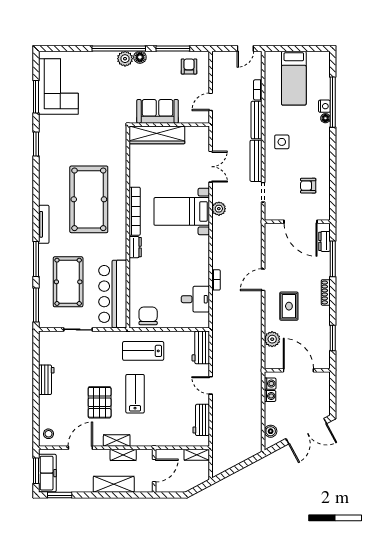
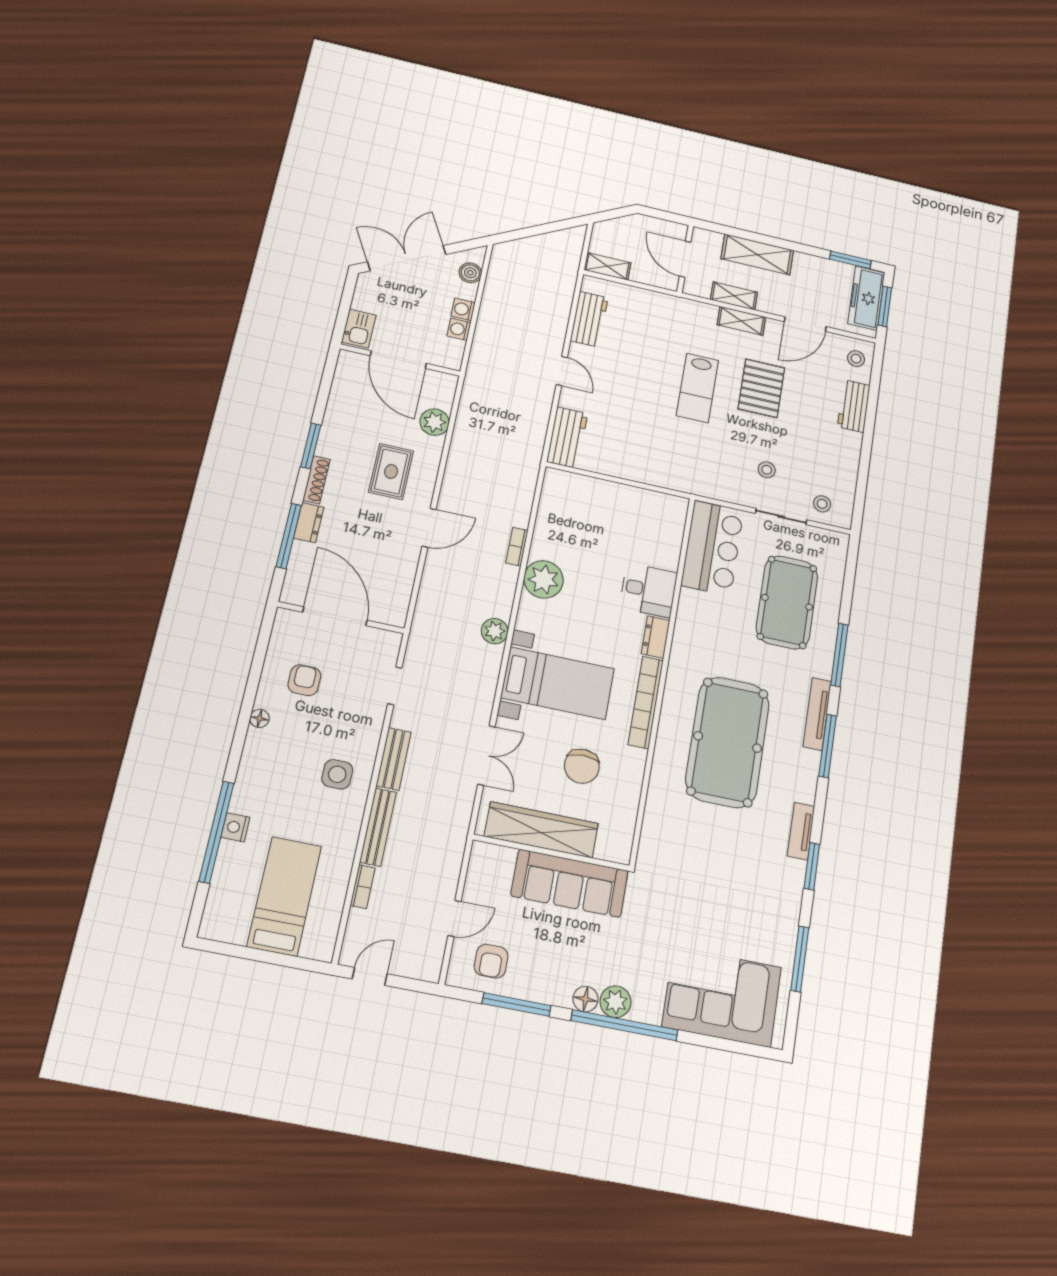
corner sofa: (58, 87) -> (722, 997), moved, turned 90
door: (211, 102) -> (454, 918), moved
sofa: (158, 111) -> (570, 883), width x1.36
floor lamp: (325, 118) -> (259, 718), moved
wardrobe: (157, 135) -> (541, 830), moved
tv unit: (44, 161) -> (801, 831), added
bench: (256, 161) -> (394, 759), width x0.73
double door: (211, 167) -> (486, 755), swing flipped
armchair: (308, 186) -> (304, 680), turned -90
plant: (219, 209) -> (495, 631), moved
dresser: (324, 241) -> (309, 523), moved
plant: (199, 265) -> (544, 579), added
bar counter: (113, 294) -> (712, 548), width x0.73
desk: (195, 299) -> (648, 590), moved, turned 180
window: (36, 305) -> (828, 746), moved
chair: (148, 316) -> (582, 766), moved
window: (333, 338) -> (311, 446), moved
stool: (56, 342) -> (822, 504), added
lab bench: (143, 351) -> (671, 455), removed
stool: (90, 355) -> (767, 470), added
workbench: (46, 380) -> (854, 406), moved
kitchen sink: (323, 383) -> (359, 329), added
washing machine: (270, 384) -> (463, 309), moved
door: (154, 471) -> (685, 259), hinge flipped

